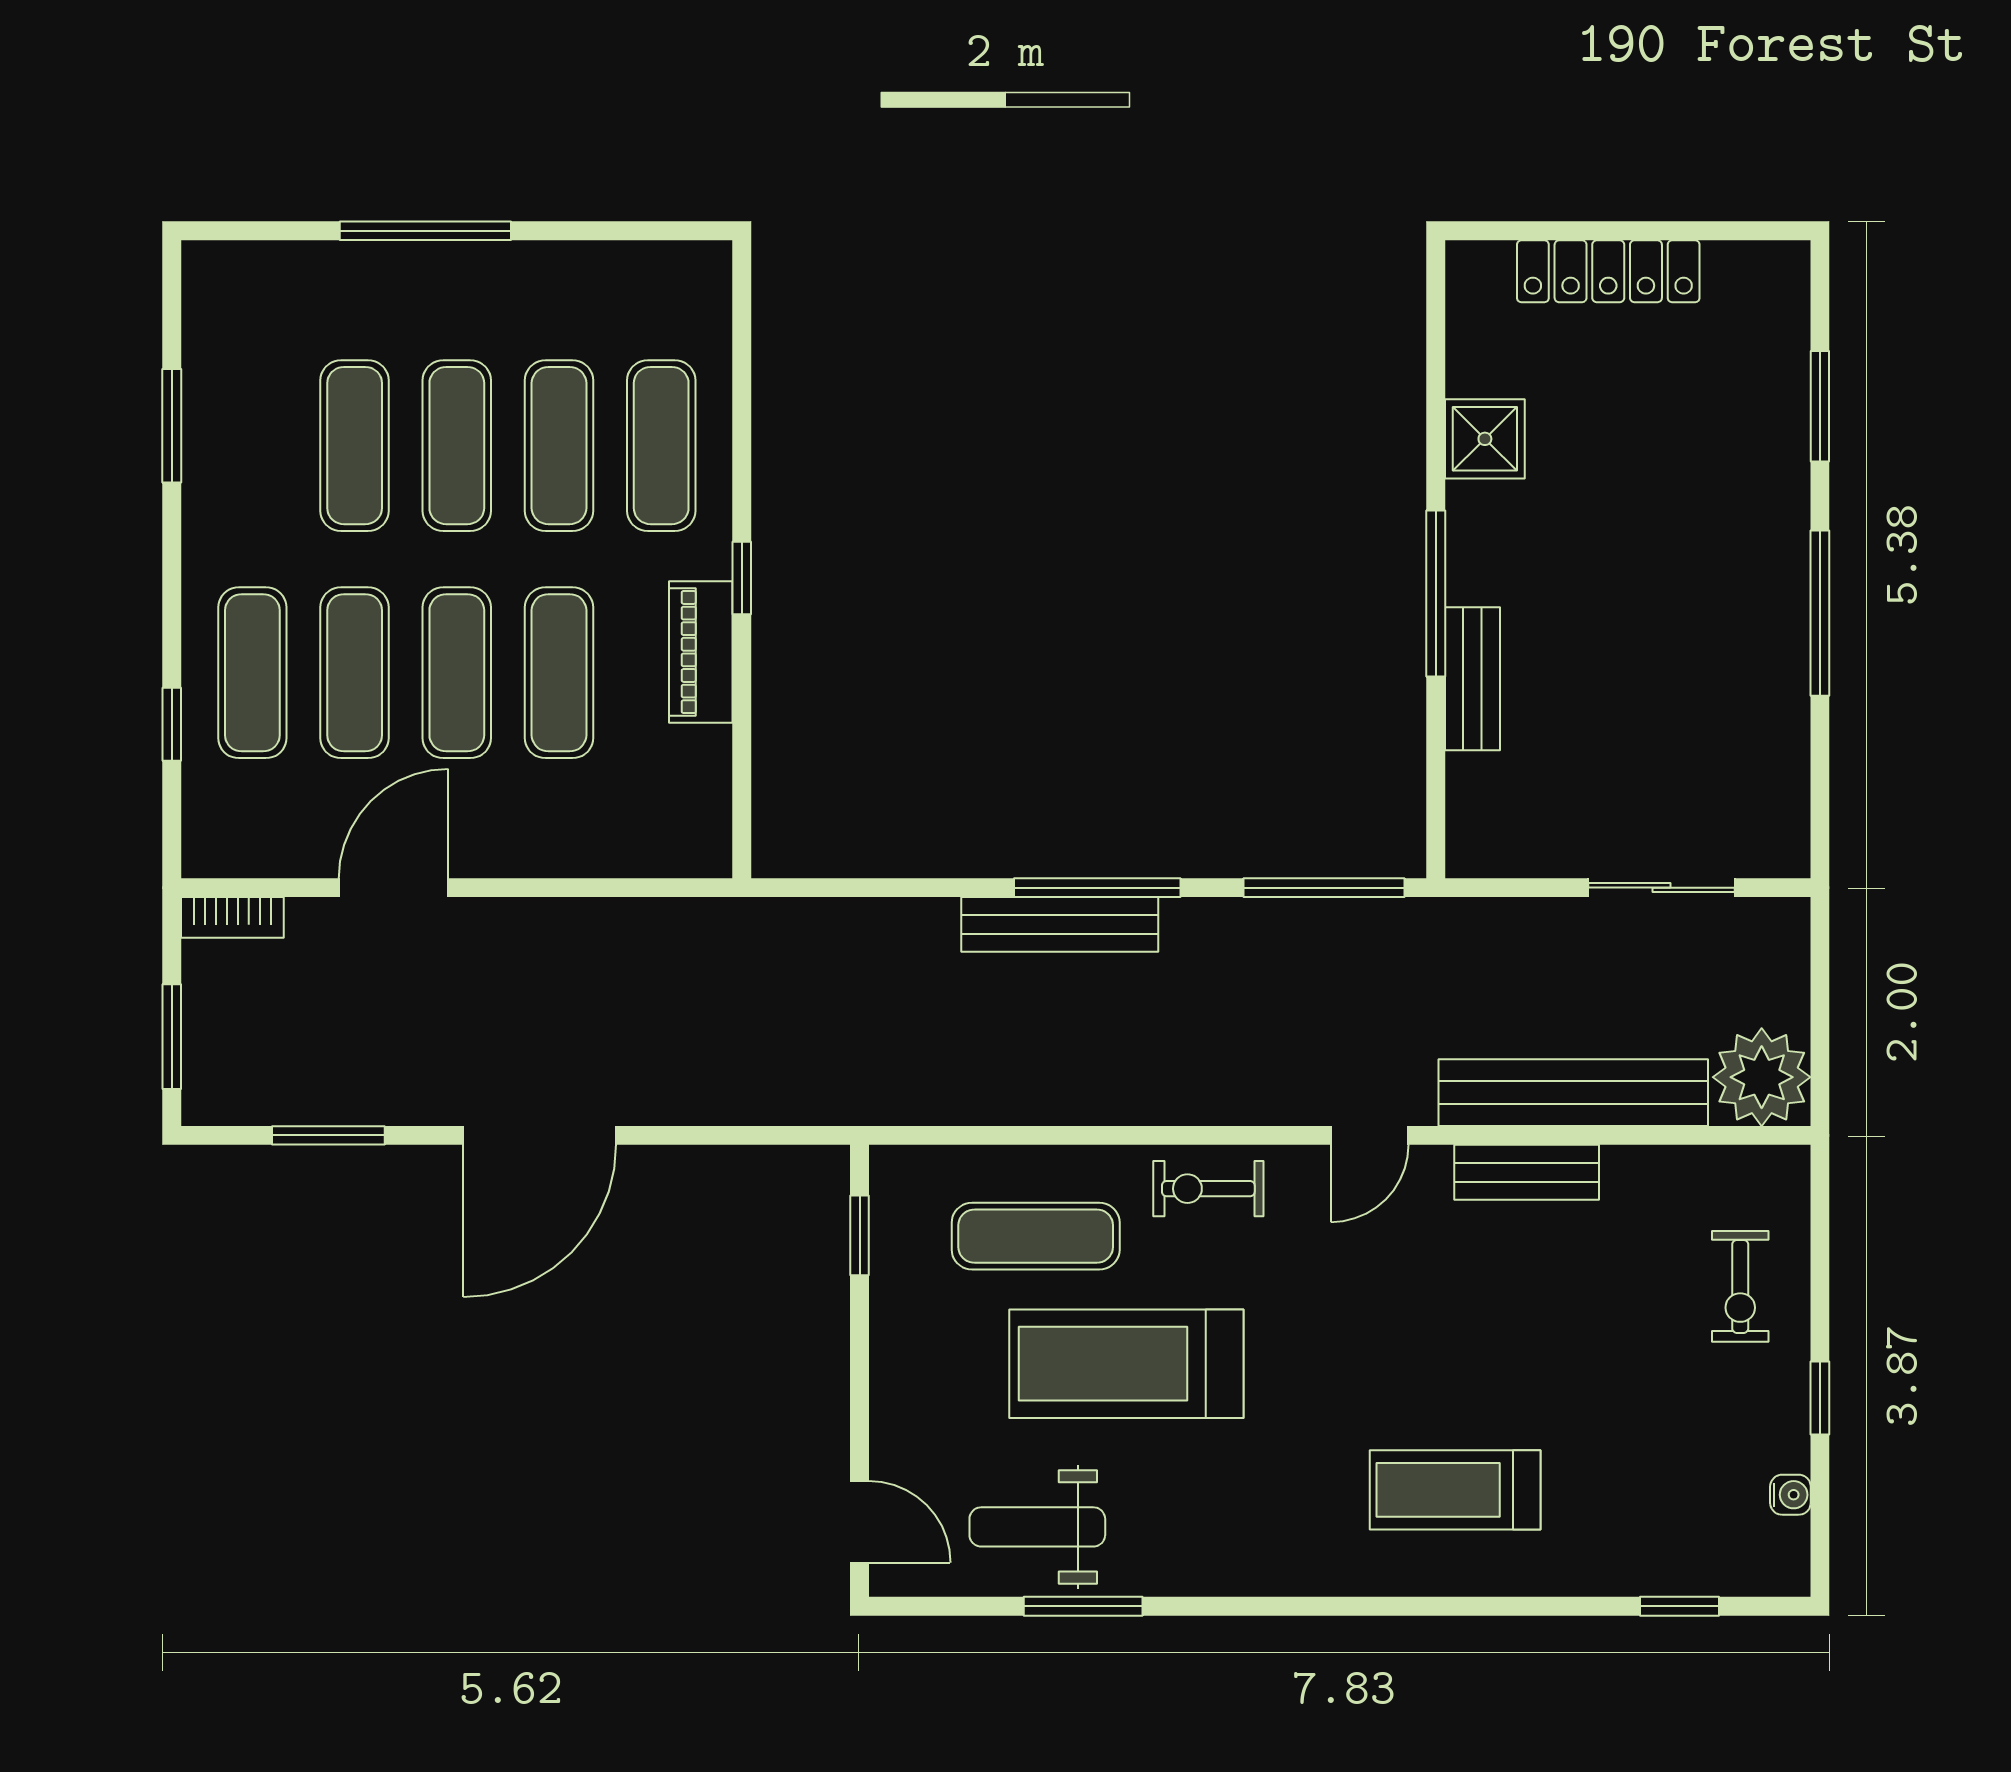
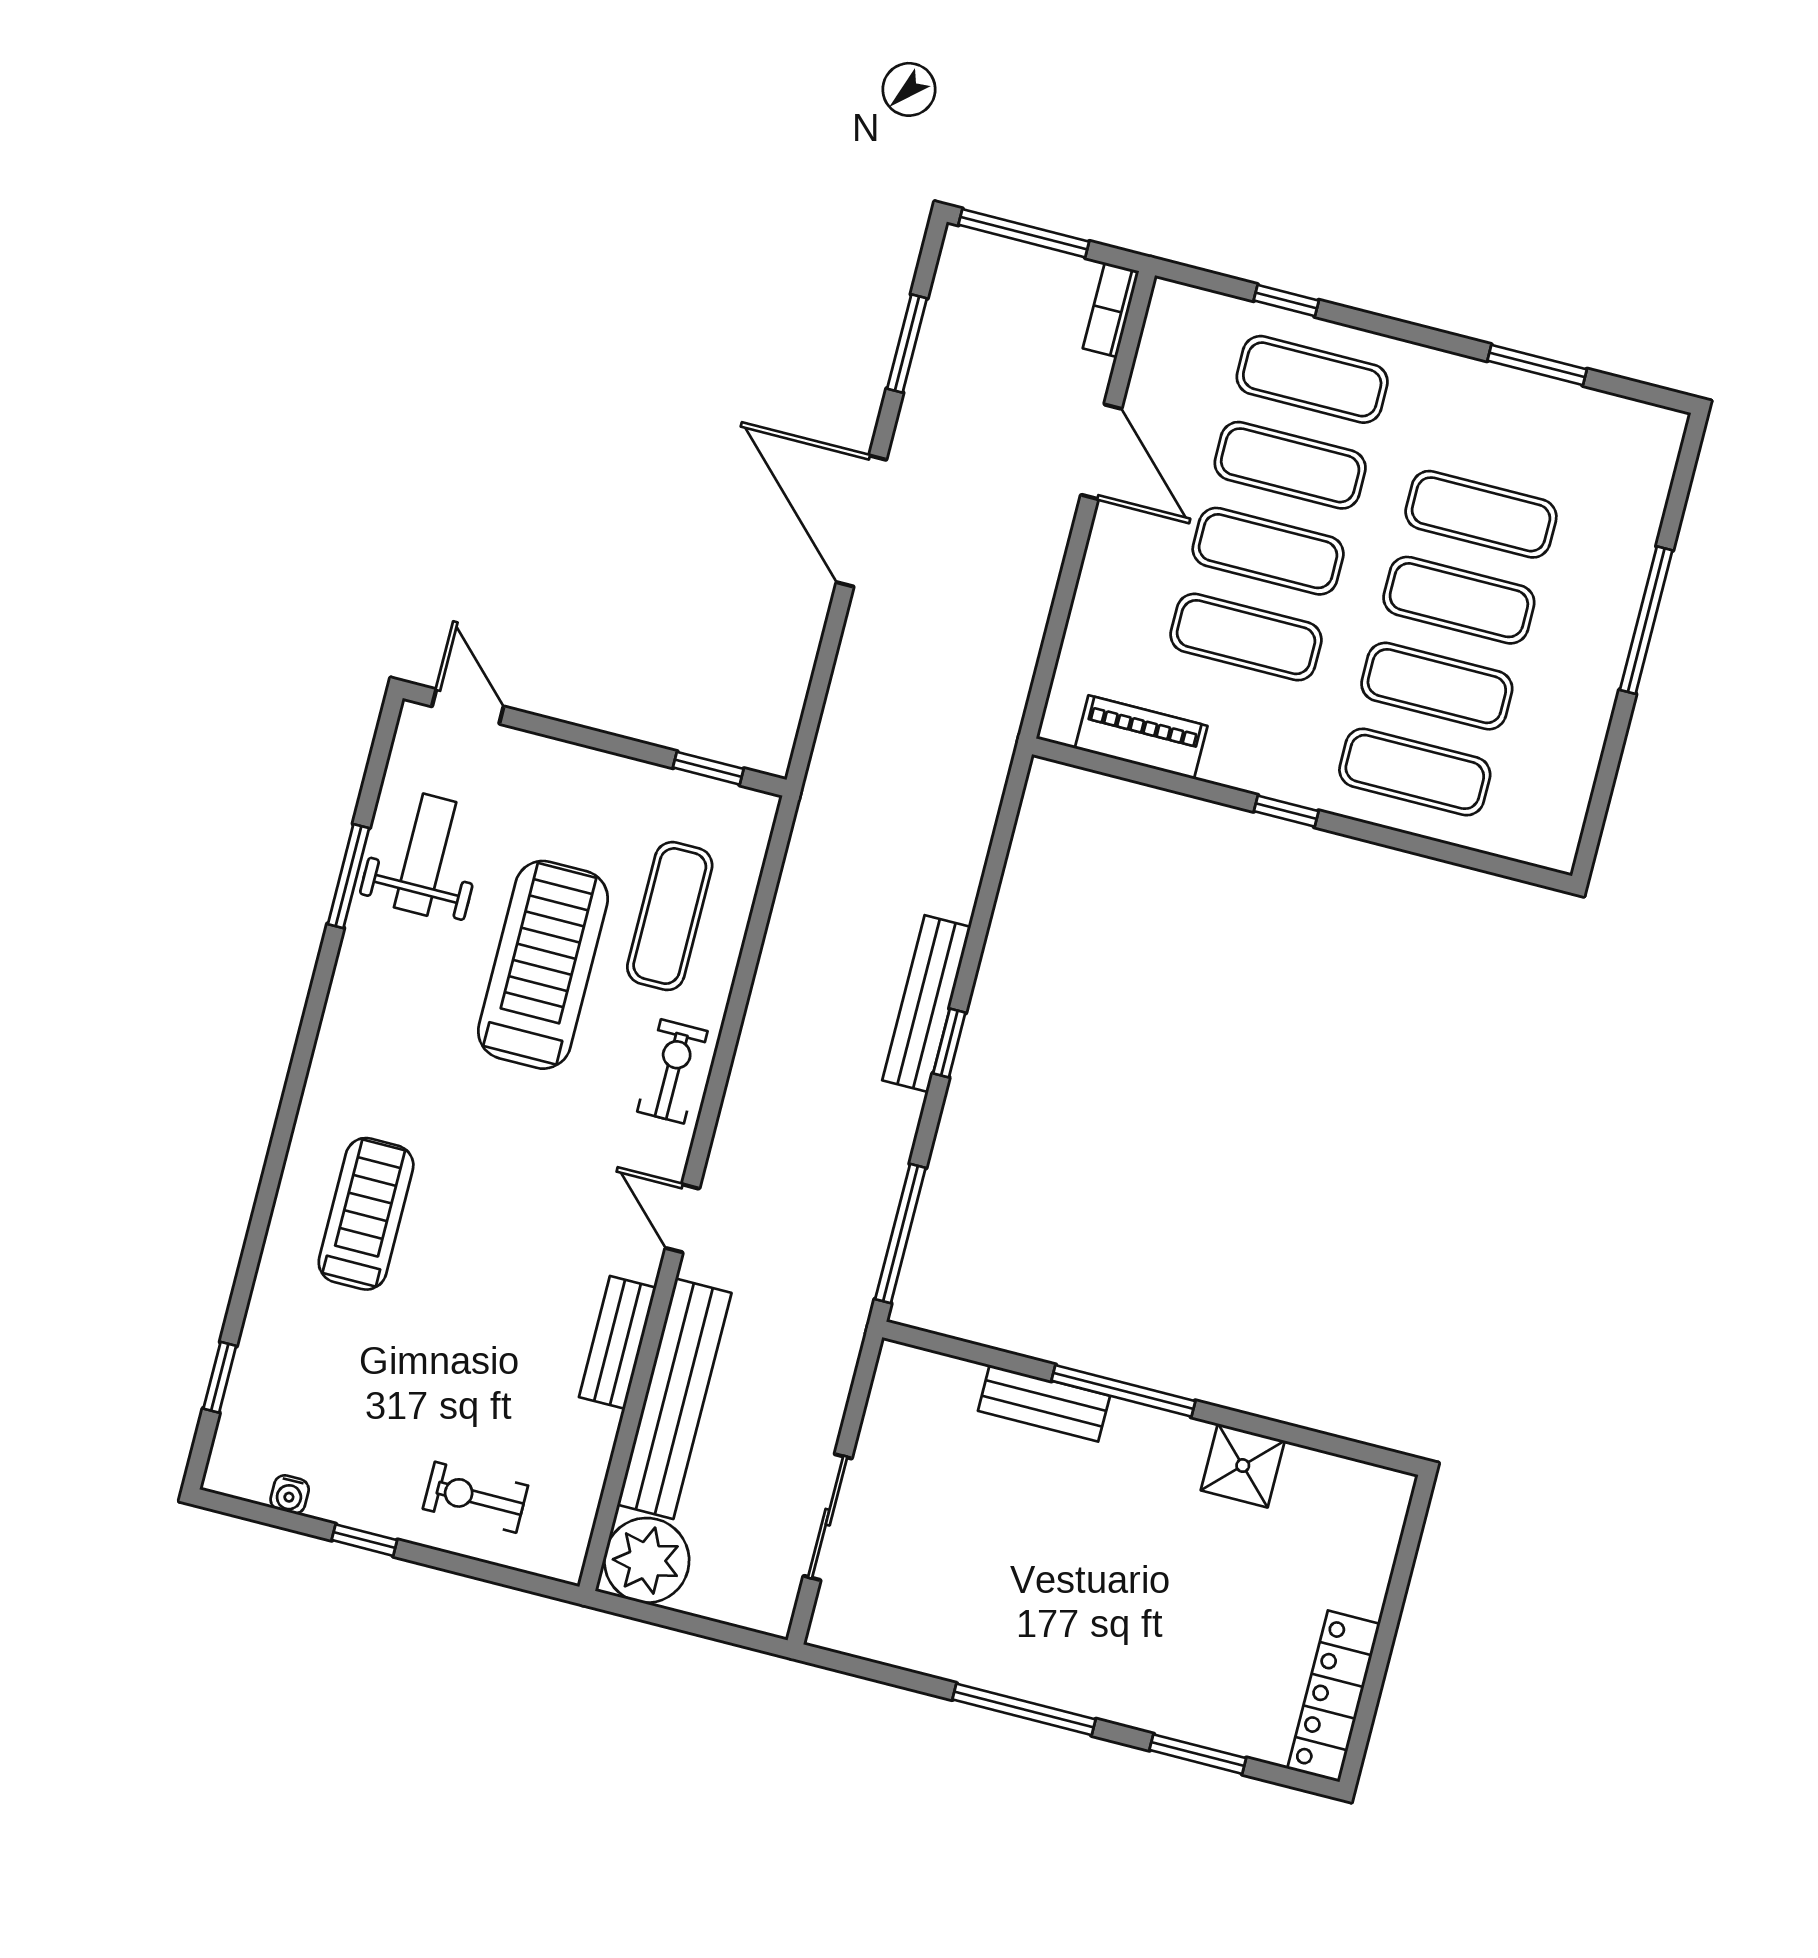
locker: (1608, 271) -> (1334, 1696), moved
piano: (701, 652) -> (1141, 737), moved
window: (1097, 888) -> (949, 1043), width x0.46
window: (172, 1037) -> (1024, 233), width x1.44
door: (860, 1522) -> (468, 706), swing flipped

